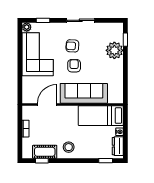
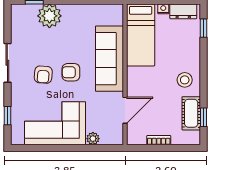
plant: (27, 27) -> (93, 139), moved
door: (47, 104) -> (125, 110), swing flipped

